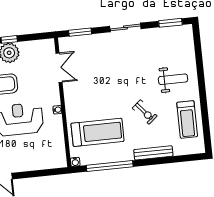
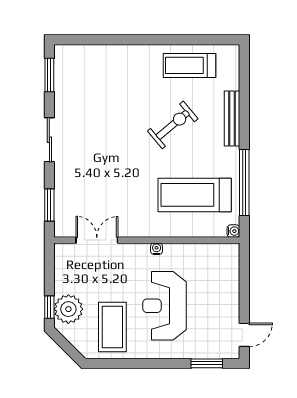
weight bench: (173, 79) -> (130, 80), removed
exercise bike: (145, 112) -> (173, 125), width x1.38, depth x1.39
treadmill: (187, 120) -> (190, 65), turned 180
treadmill: (98, 132) -> (195, 195), turned -90

